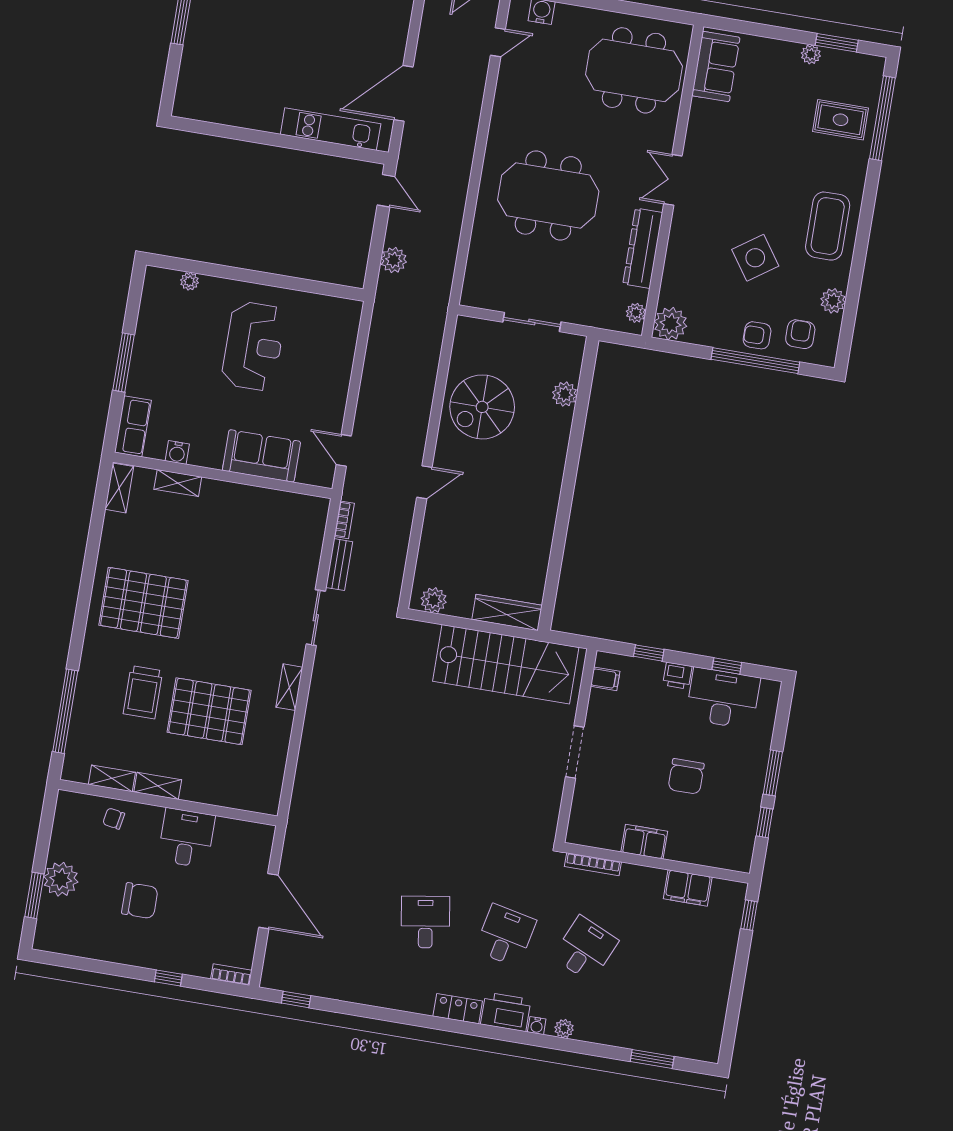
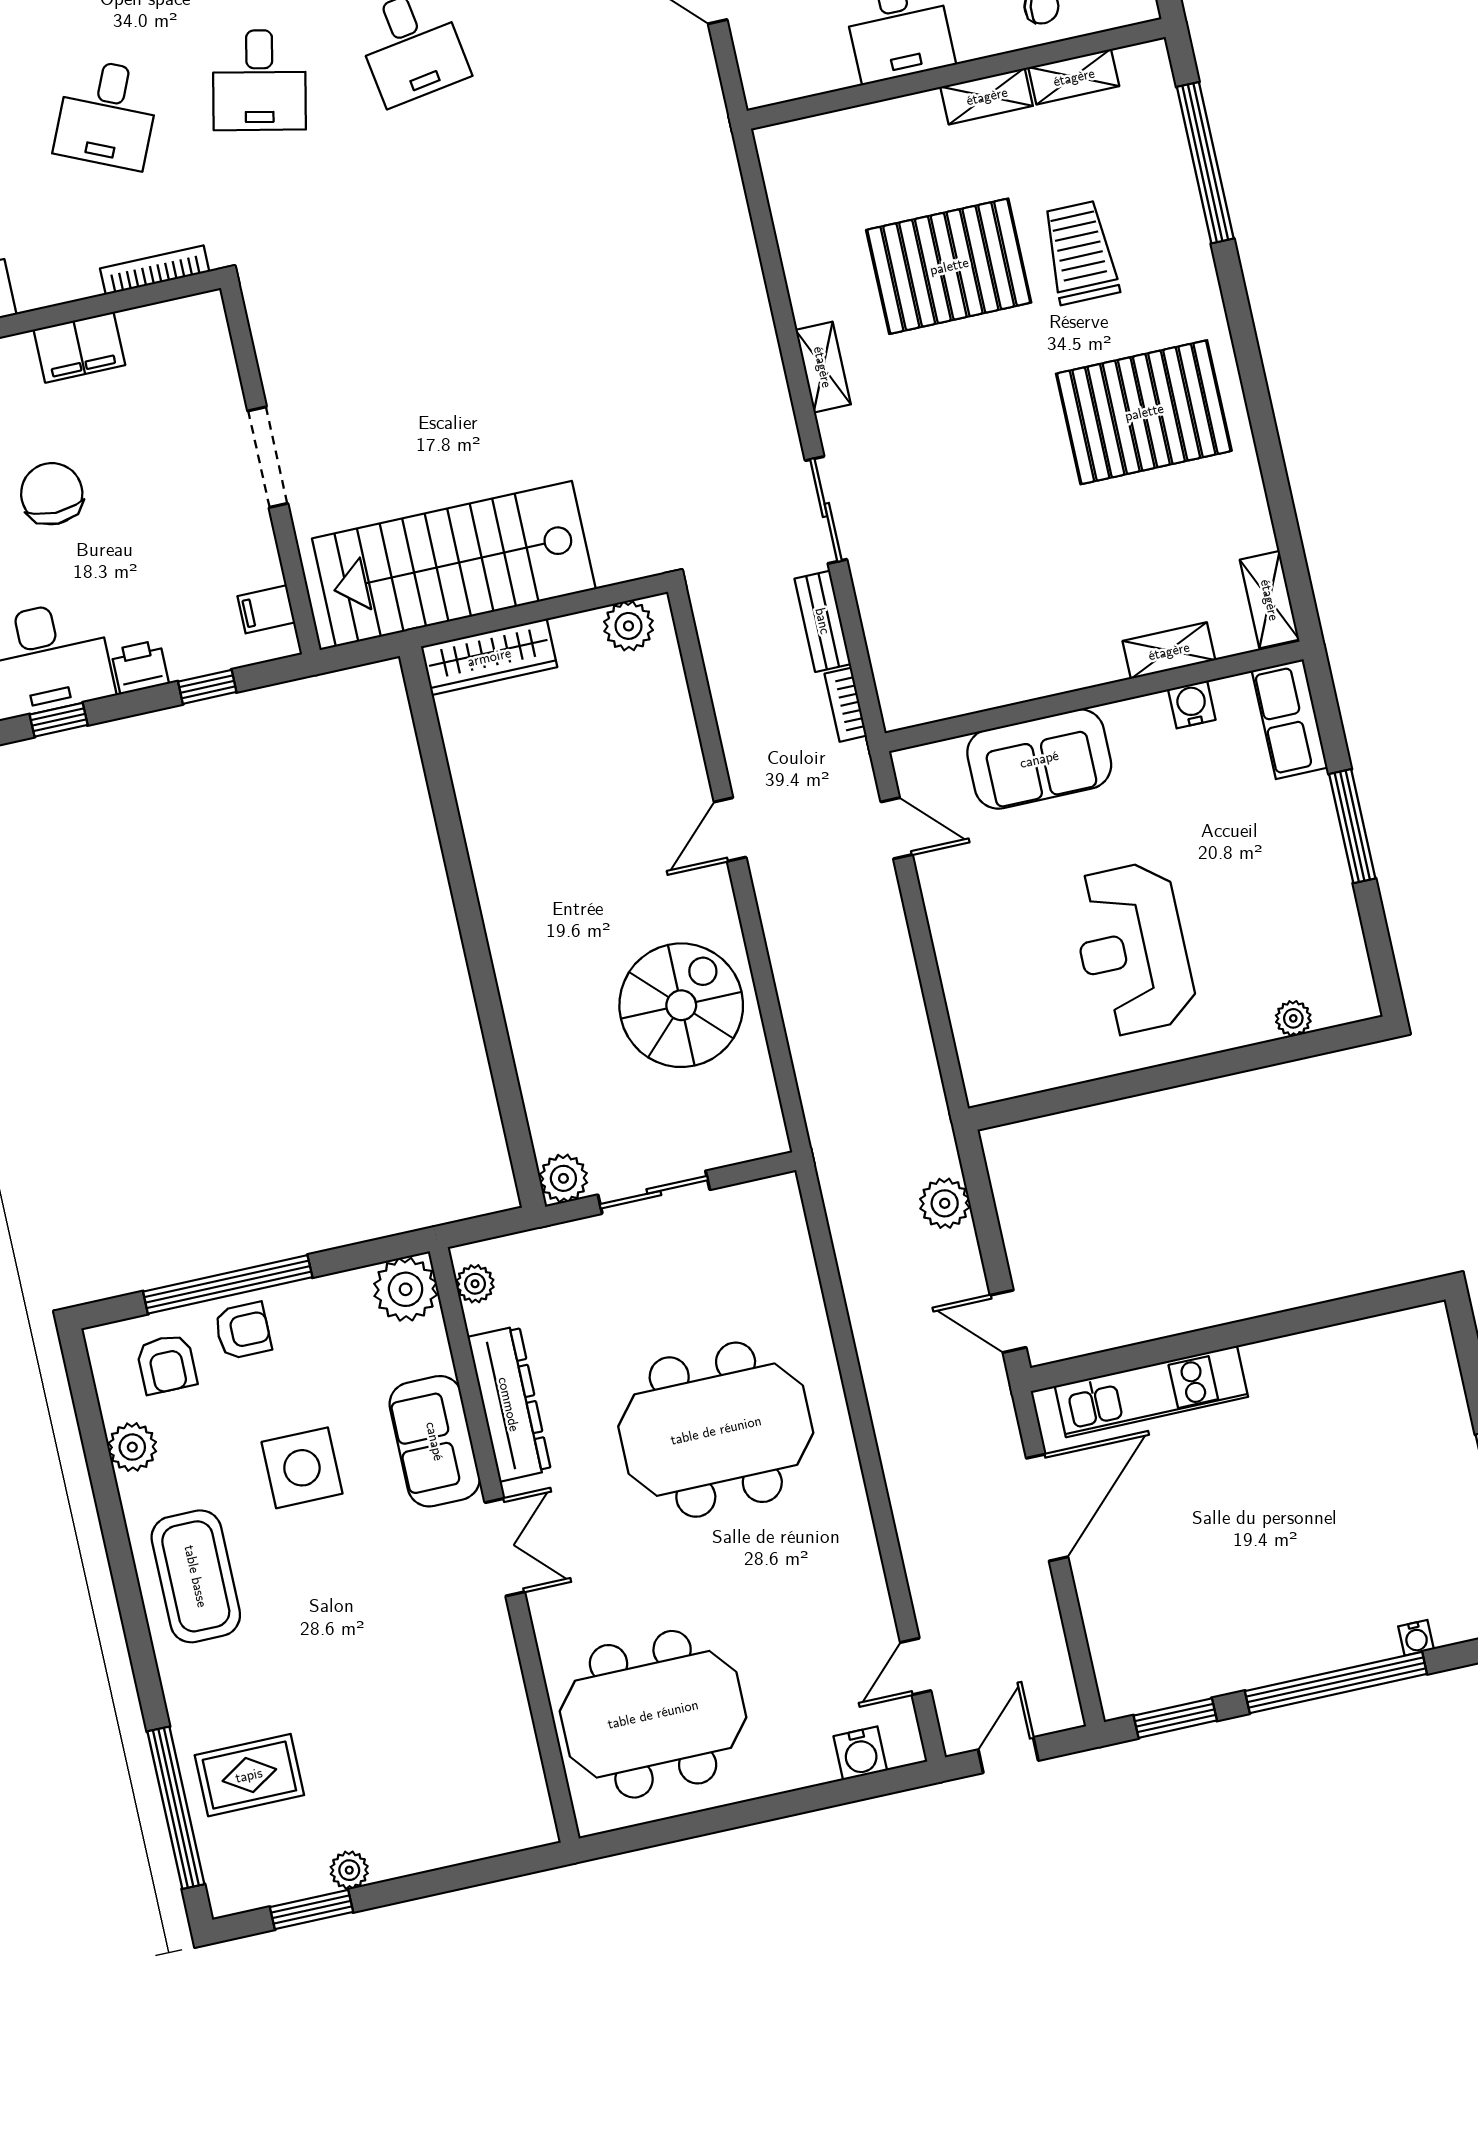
sofa: (716, 67) -> (435, 1441), moved
side table: (755, 258) -> (302, 1468), turned 35
plant: (565, 394) -> (563, 1178), moved

